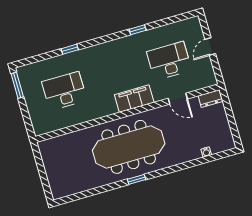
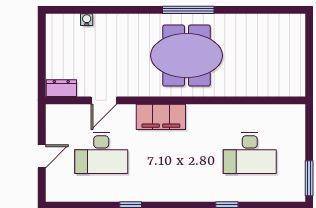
door: (178, 99) -> (104, 100), swing flipped
meeting table: (129, 147) -> (186, 56), width x0.73
window: (137, 179) -> (188, 10), width x2.17

